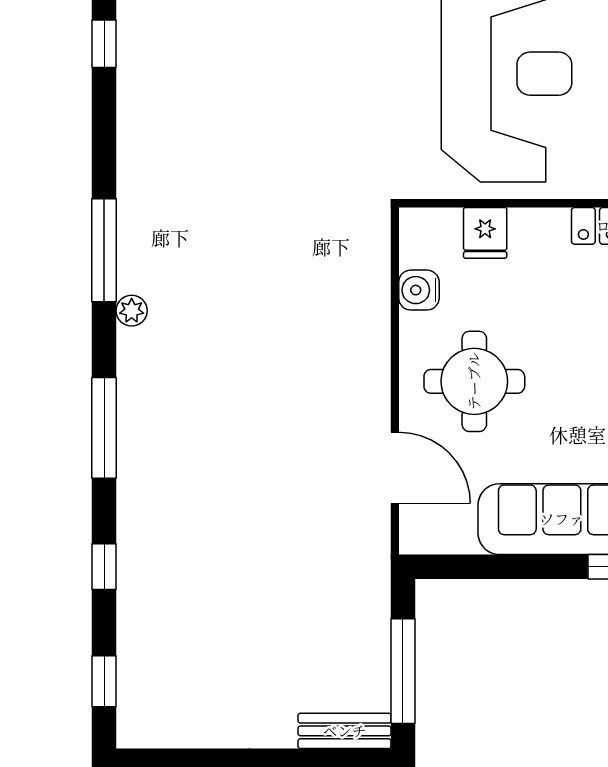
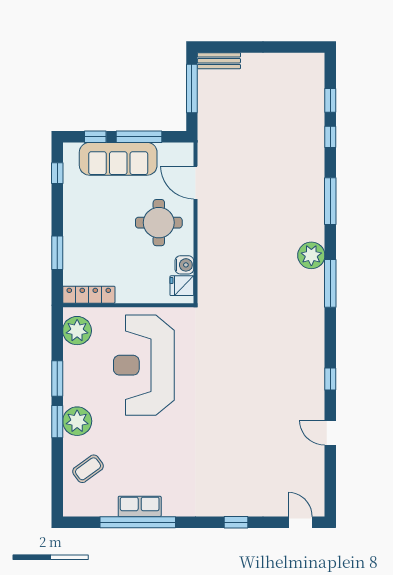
fridge: (485, 233) -> (182, 286), moved, turned -90
plant: (132, 311) -> (311, 255), width x1.88, depth x1.88
window: (517, 567) -> (139, 137), added
window: (104, 681) -> (330, 100), moved

